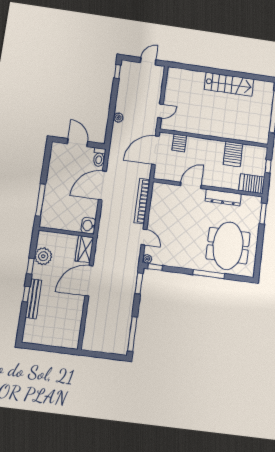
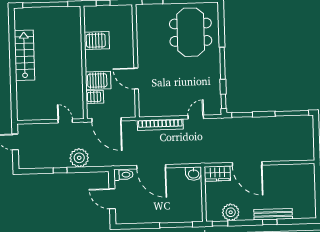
window: (117, 72) -> (60, 170), moved
plant: (118, 117) -> (79, 158), width x1.88, depth x1.88
door: (77, 143) -> (112, 199), hinge flipped
server rack: (252, 184) -> (98, 80), moved, turned -90
dresser: (223, 197) -> (143, 44), removed
meeting table: (228, 246) -> (191, 32), turned 90
plant: (147, 259) -> (217, 110), removed
window: (30, 266) -> (220, 224), moved
window: (209, 274) -> (222, 63), moved

